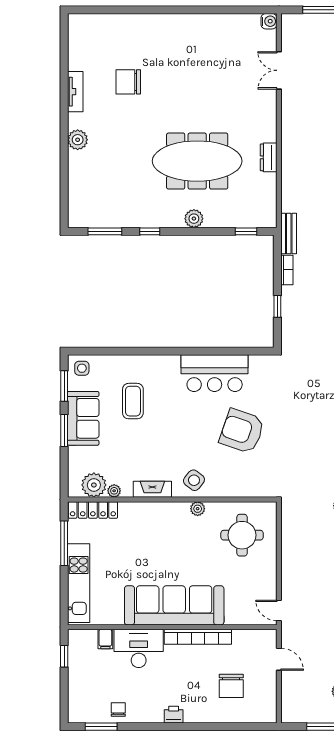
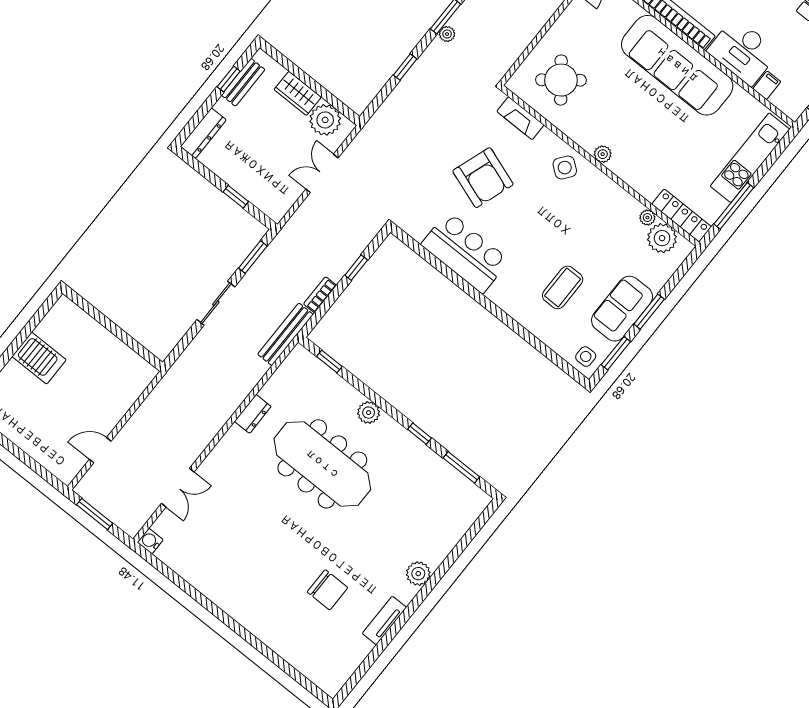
bench: (289, 233) -> (285, 334), width x1.36
fireplace: (152, 489) -> (520, 118), moved
plant: (198, 509) -> (603, 154), moved
round table: (242, 535) -> (561, 80), turned -38

